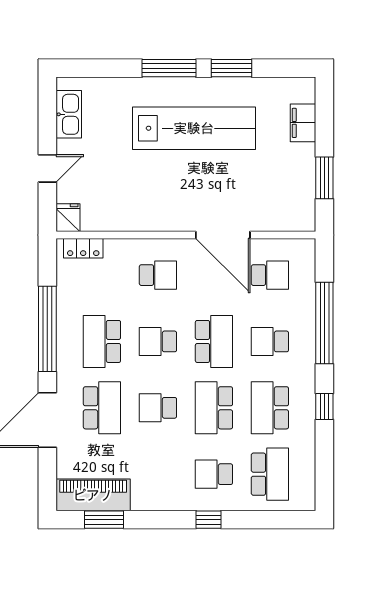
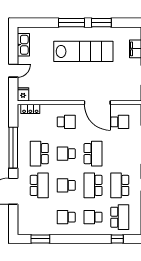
school desk: (270, 341) -> (66, 217), moved
piano: (93, 495) -> (35, 227), removed
window: (209, 520) -> (117, 239), moved

